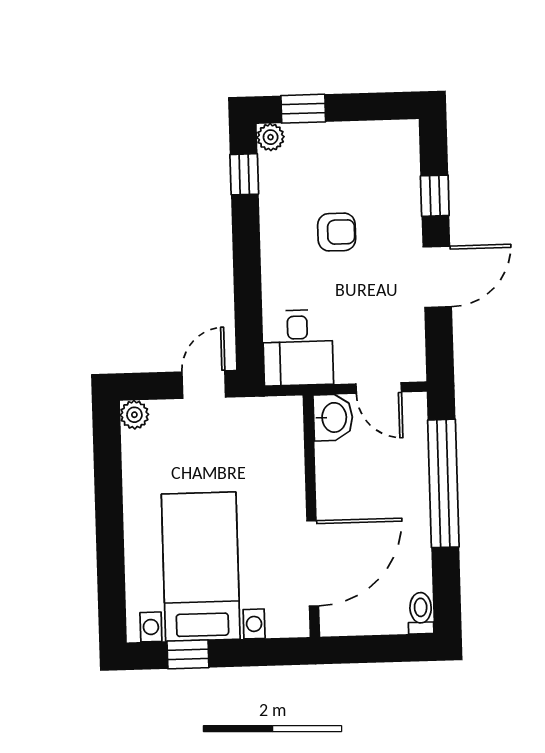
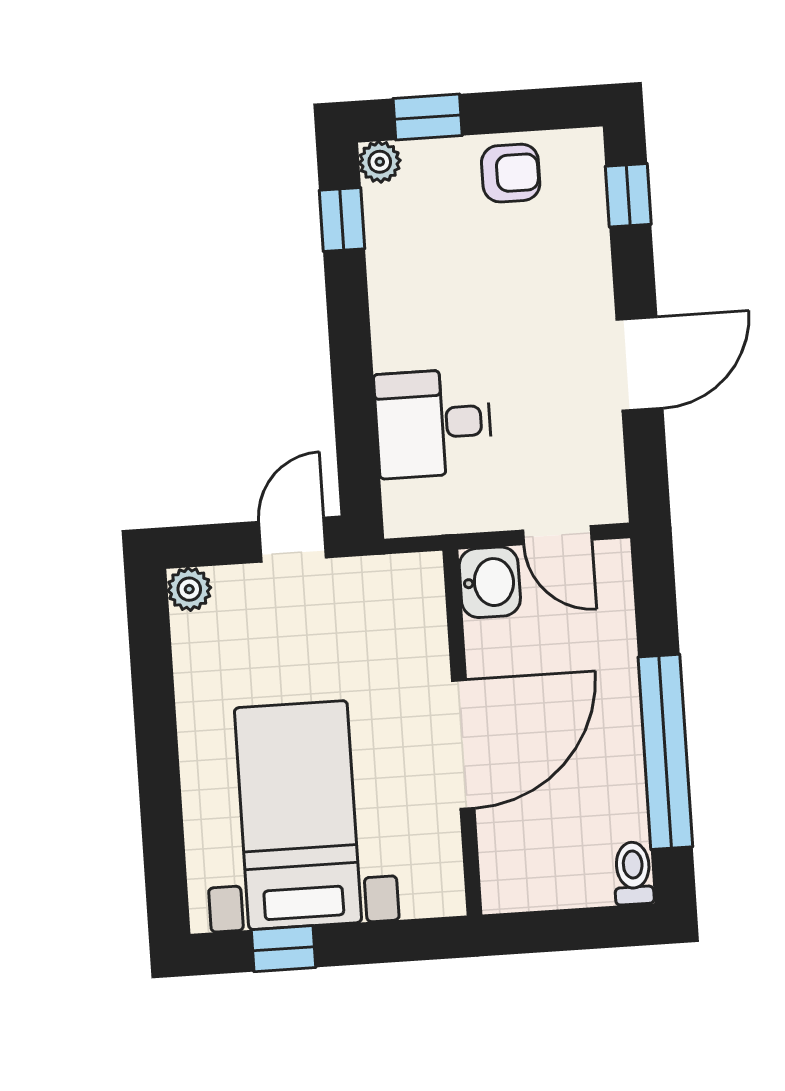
window: (435, 196) -> (628, 195), moved
armchair: (337, 232) -> (511, 173), moved
desk: (298, 348) -> (433, 423), moved, turned 90
window: (443, 483) -> (665, 752), moved
door: (313, 563) -> (463, 744), moved

